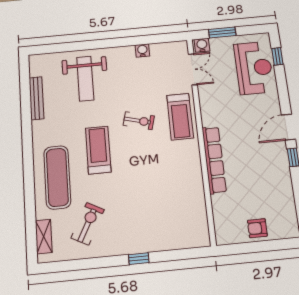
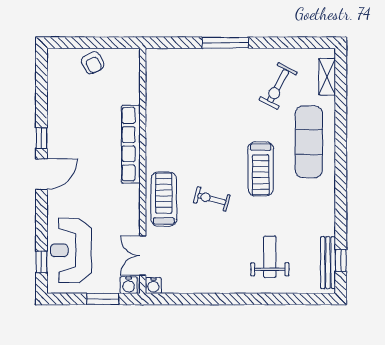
water cooler: (142, 50) -> (153, 286), moved
weight bench: (85, 79) -> (270, 257), width x0.73, depth x0.75
window: (25, 81) -> (341, 260), added
bench: (36, 98) -> (328, 263), moved
armchair: (257, 228) -> (93, 63), turned 63
window: (139, 259) -> (225, 43), width x2.17

